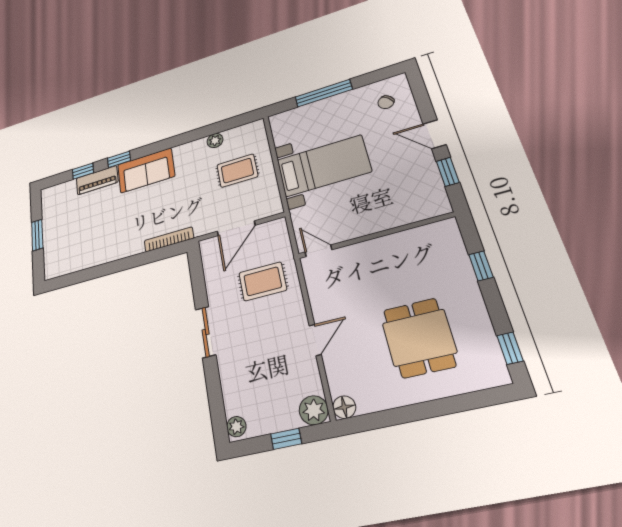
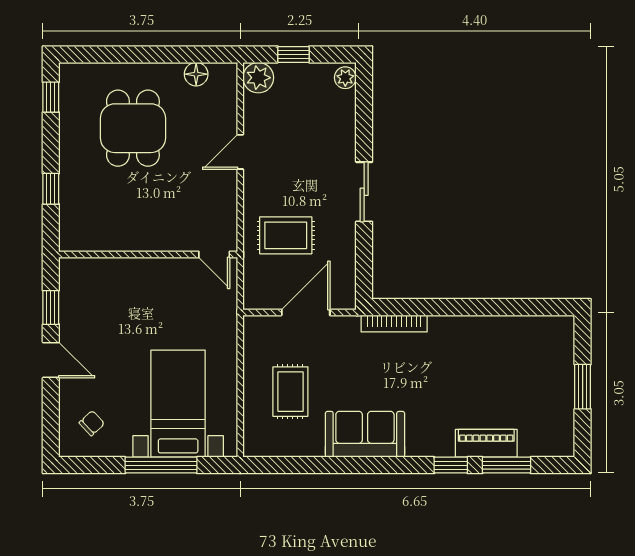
plant: (215, 141) -> (312, 446), removed
bed with nightstands: (323, 166) -> (178, 404), moved, turned 90
sofa: (146, 170) -> (365, 434), moved
window: (83, 171) -> (507, 465), width x1.50
rug: (237, 171) -> (290, 392), turned 90
floor lamp: (344, 407) -> (196, 74), moved

